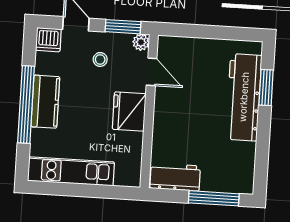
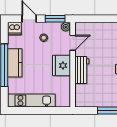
door: (152, 72) -> (73, 43), hinge flipped
workbench: (175, 177) -> (82, 70), moved, turned 90

